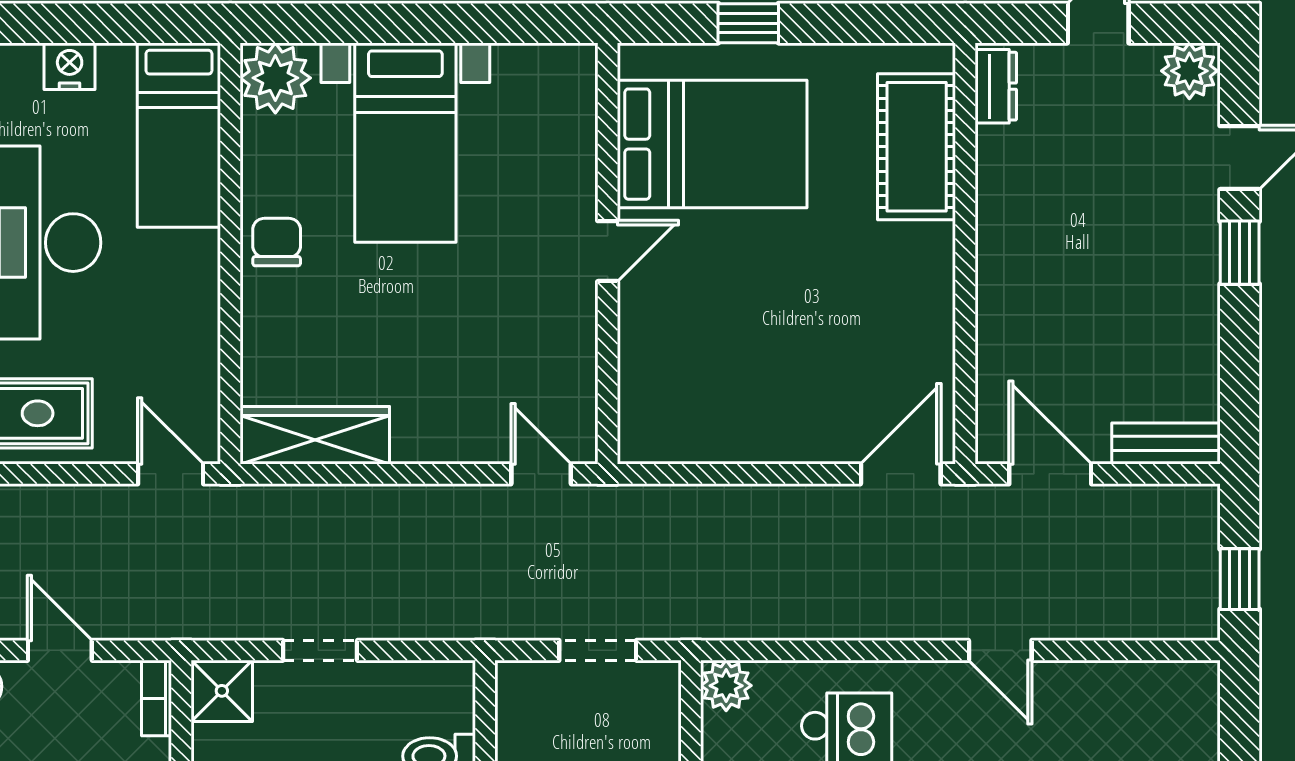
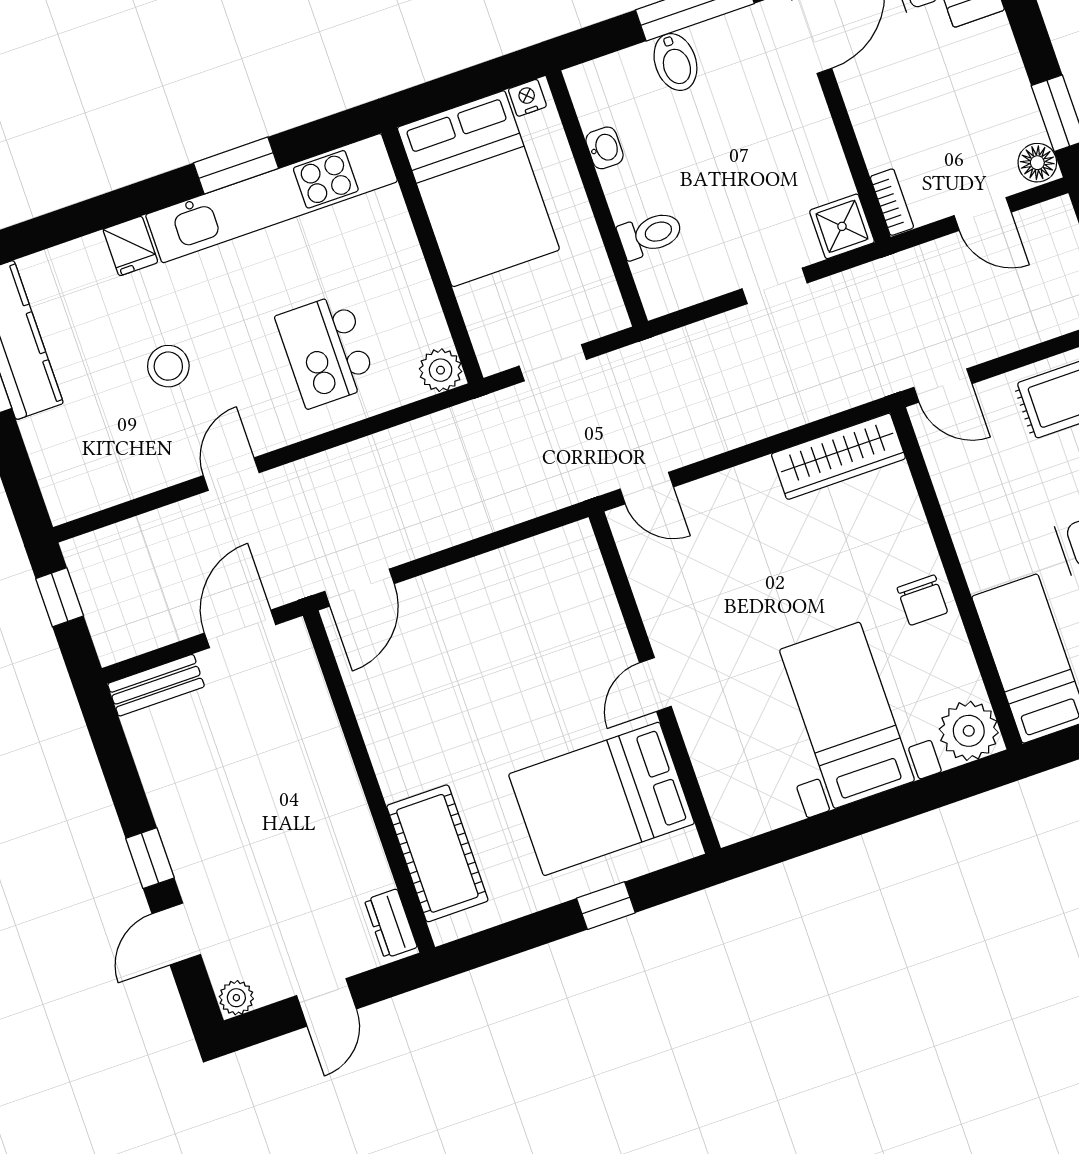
plant: (1189, 71) -> (236, 998), width x0.73, depth x0.73
door: (1050, 474) -> (240, 629), swing flipped
door: (1000, 650) -> (231, 474), hinge flipped

